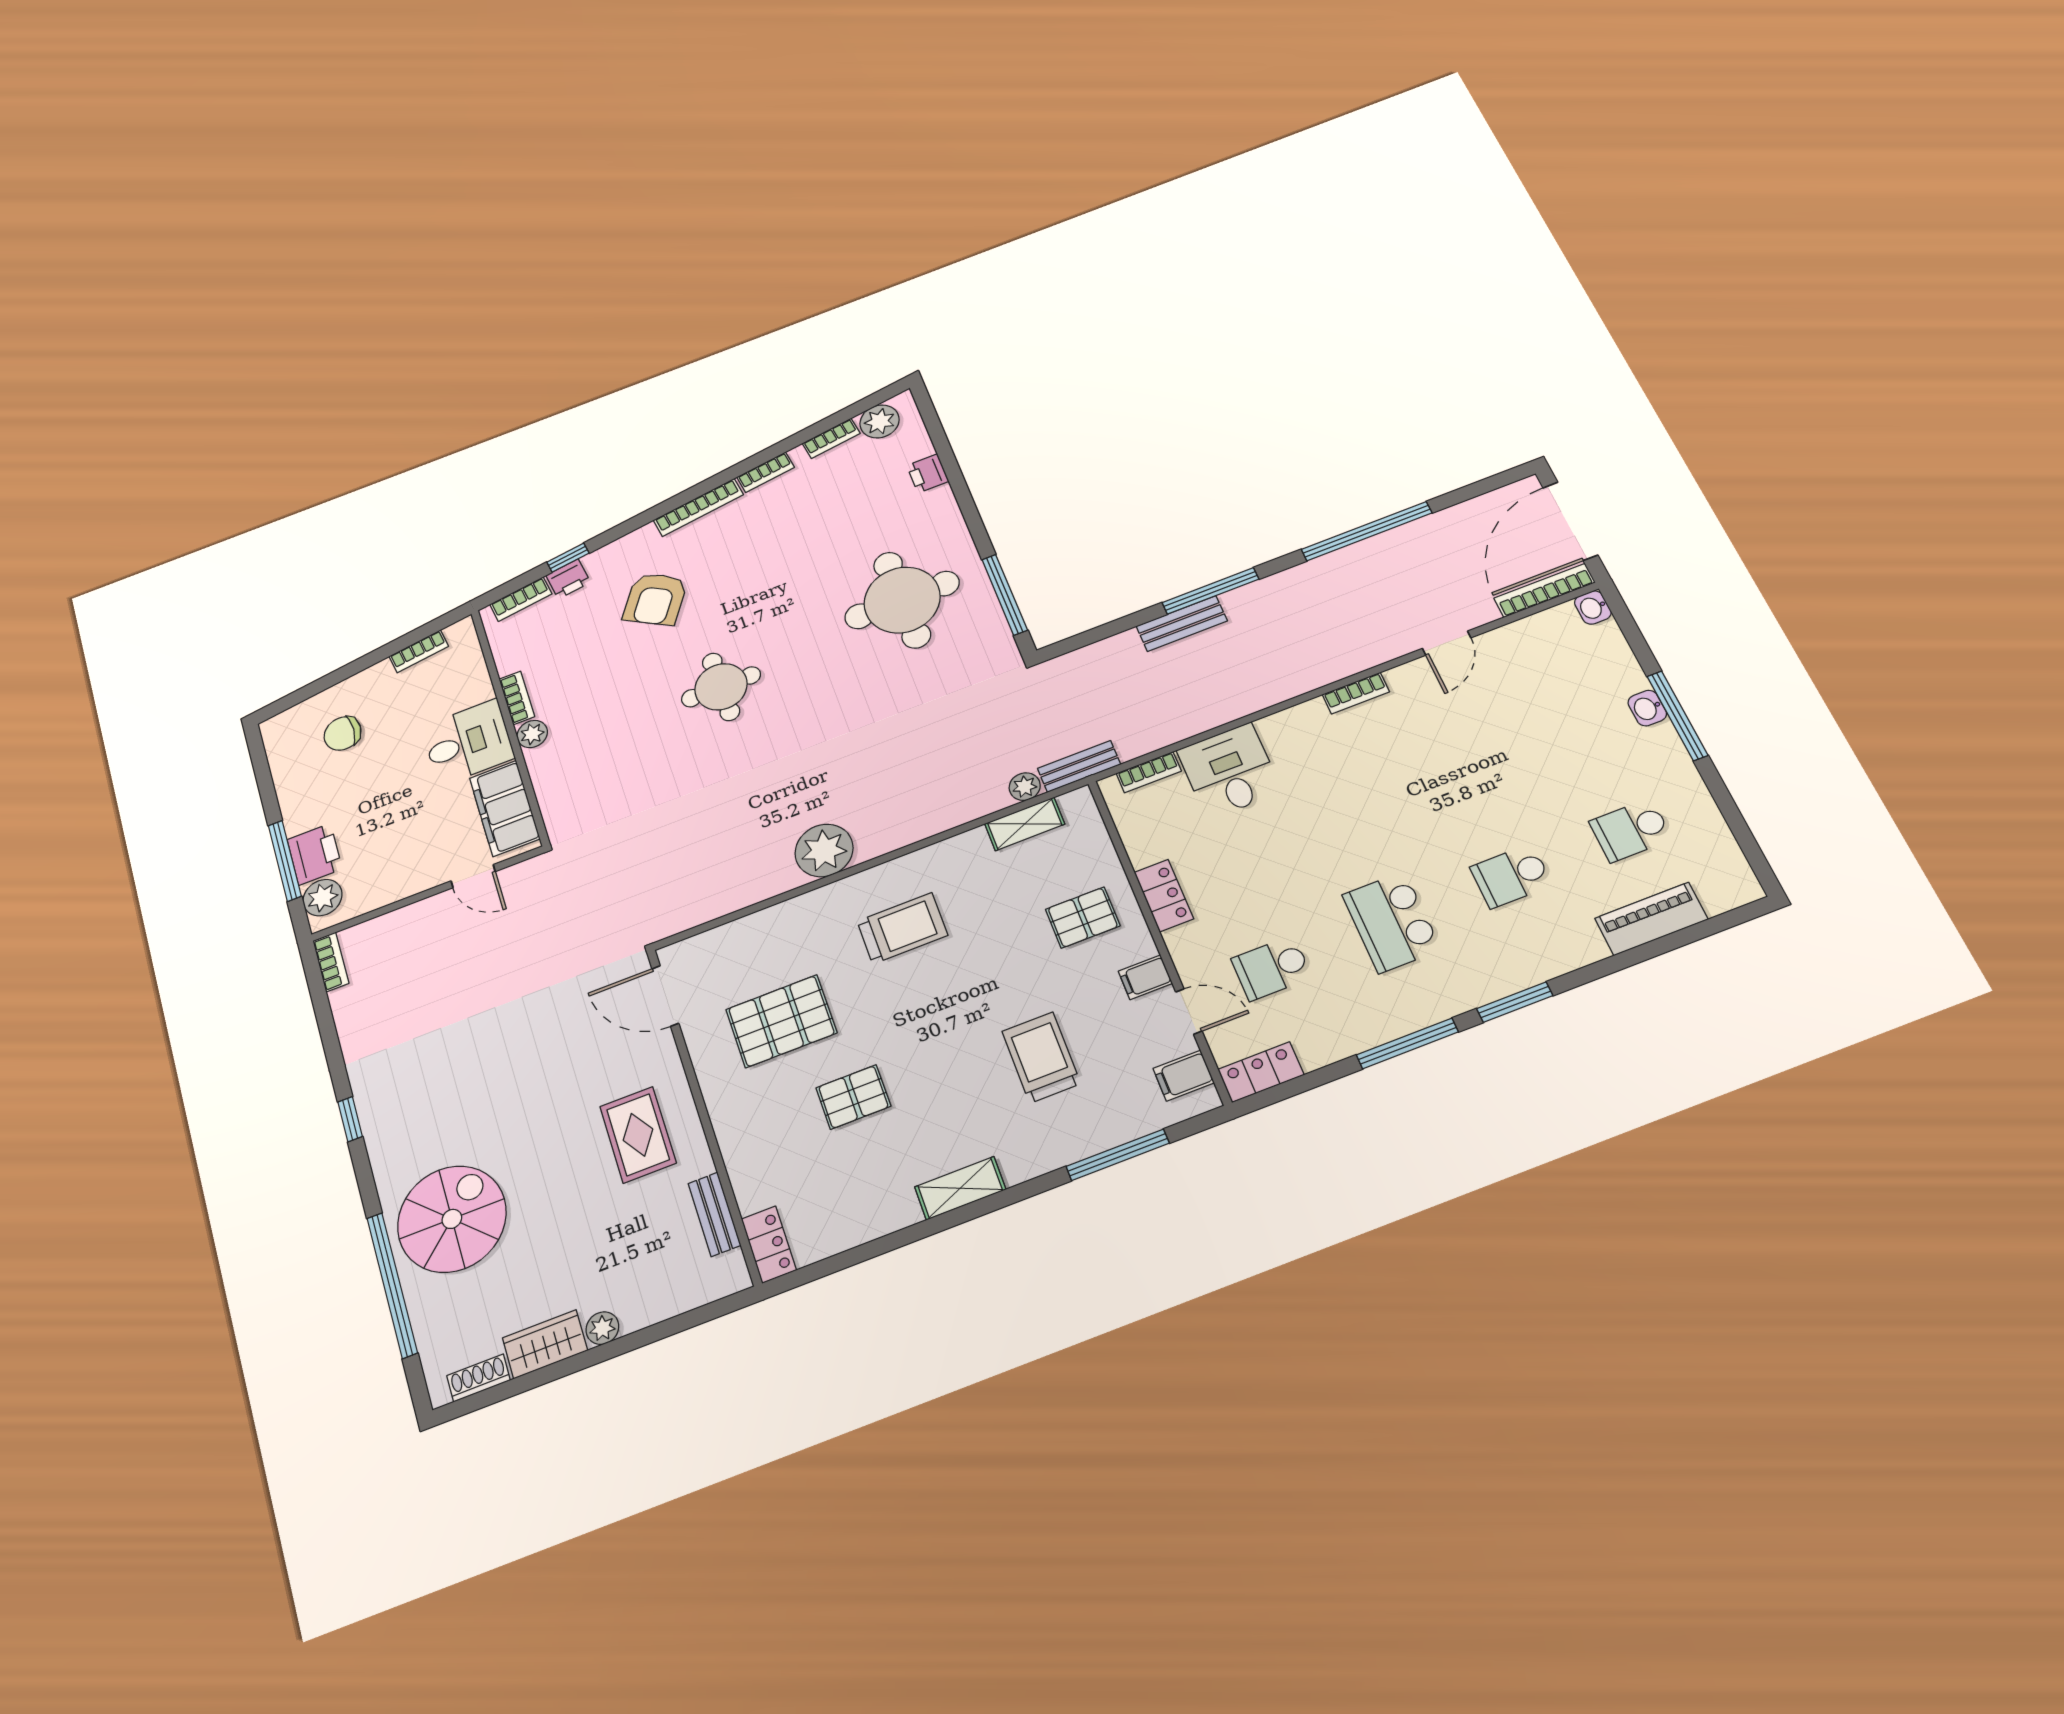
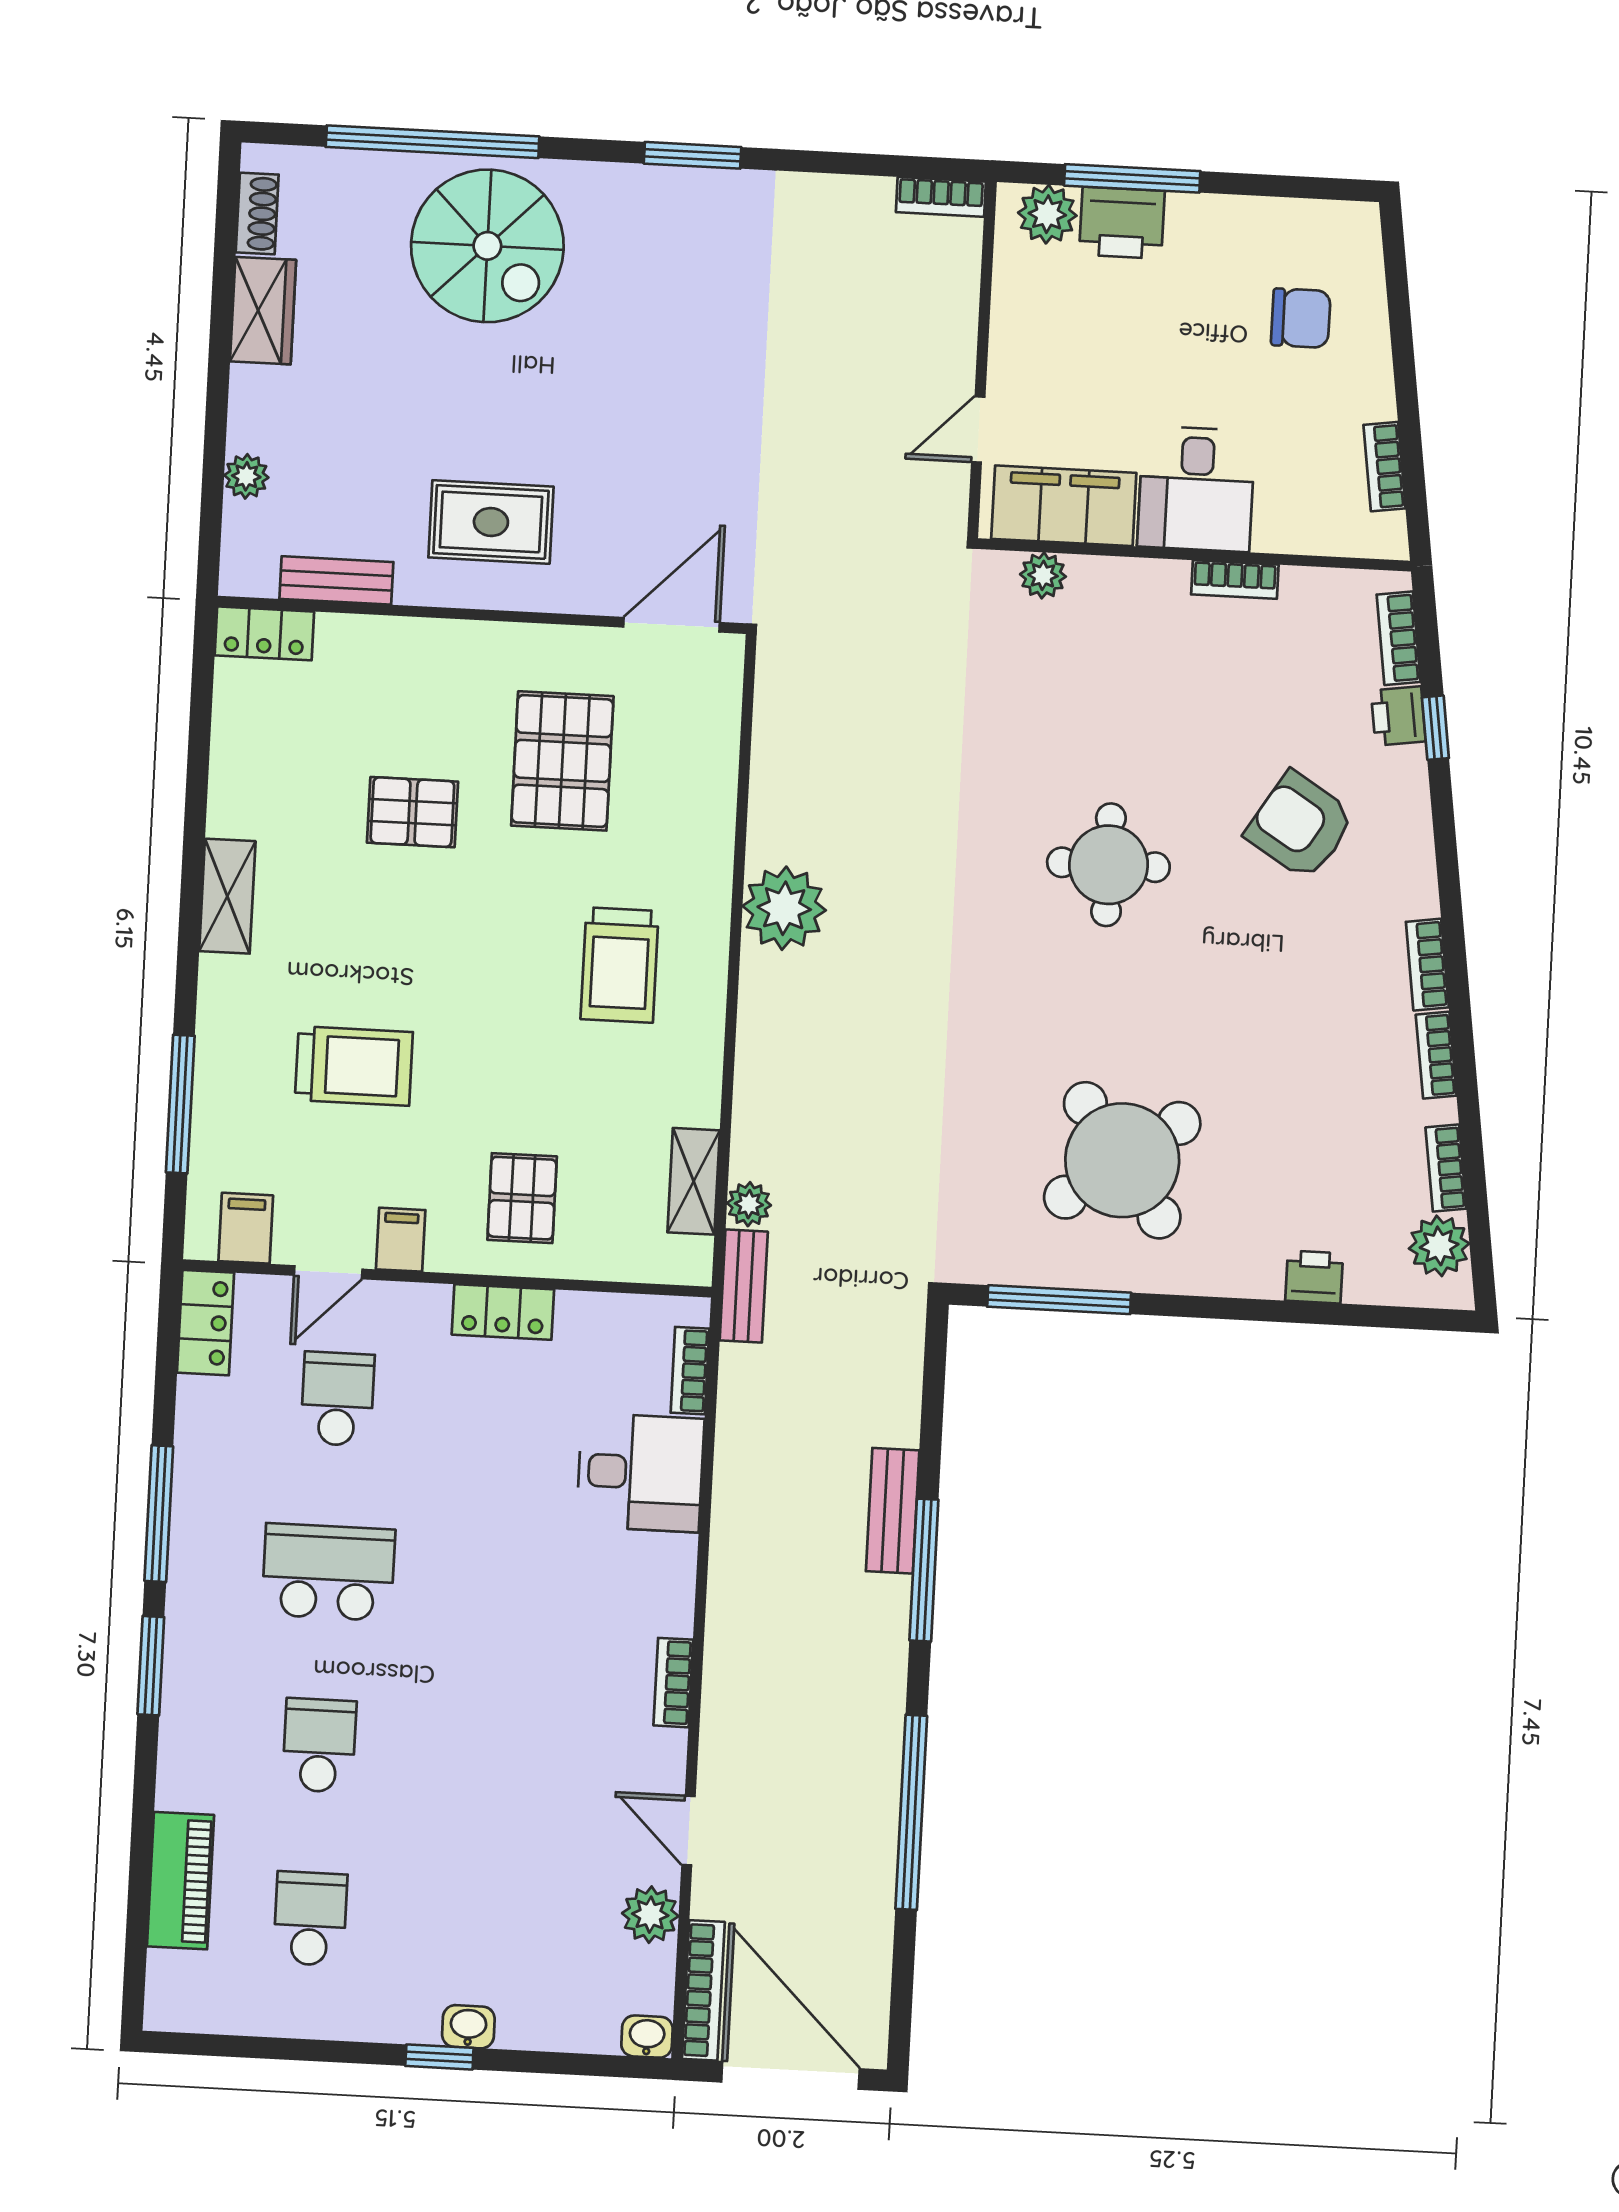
bookcase: (698, 507) -> (1427, 965), width x0.64
round table: (902, 600) -> (1122, 1160), turned -36
plant: (1513, 640) -> (650, 1915), added
window: (1677, 716) -> (439, 2057), width x0.46
chair: (343, 733) -> (1301, 318), turned 90
plant: (532, 734) -> (1043, 575), moved
pallet: (853, 1097) -> (412, 812), turned 90
window: (350, 1119) -> (693, 155), width x1.50
plant: (602, 1328) -> (246, 476), moved

